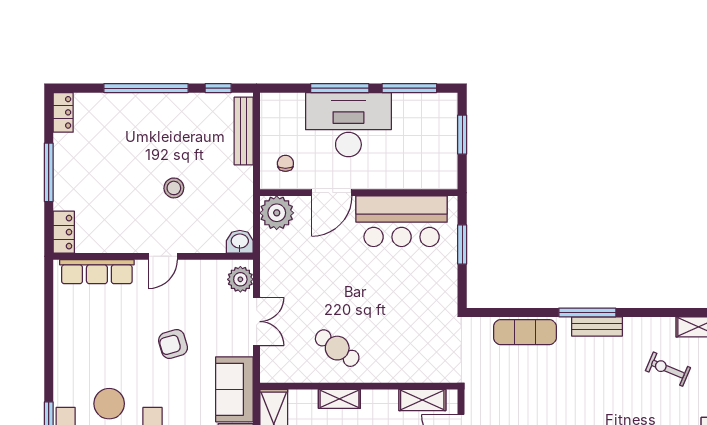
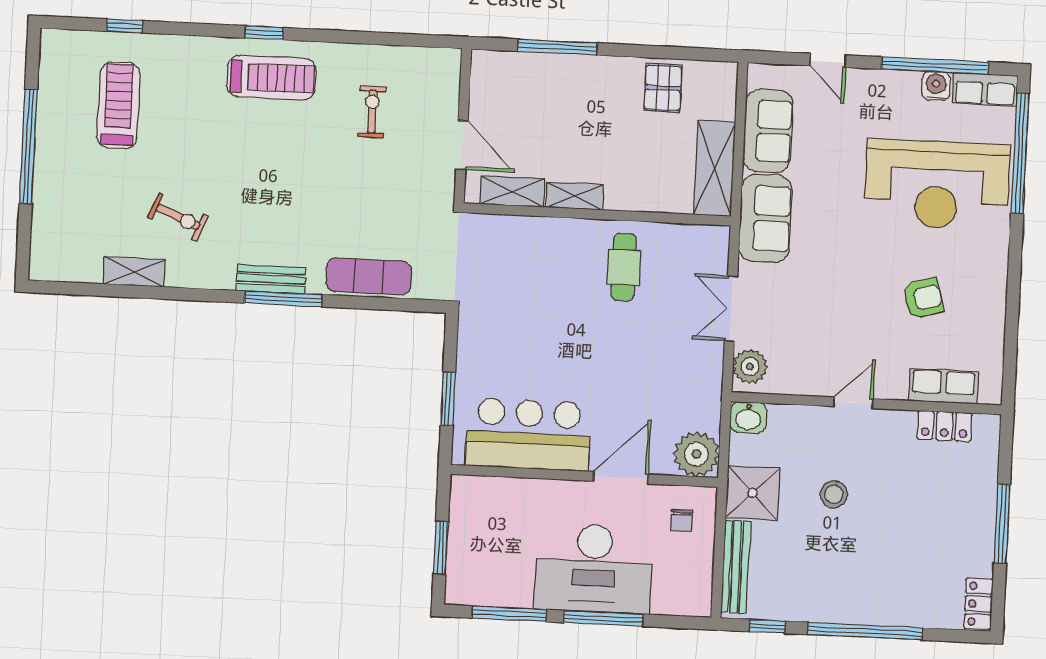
shower: (234, 186) -> (753, 493), added
locker: (64, 232) -> (944, 426), moved, turned -90
row of seats: (97, 272) -> (943, 386), width x0.68
armchair: (173, 344) -> (923, 298), moved
cafe table: (337, 348) -> (624, 267), turned 54
shelving: (339, 399) -> (575, 196), moved

